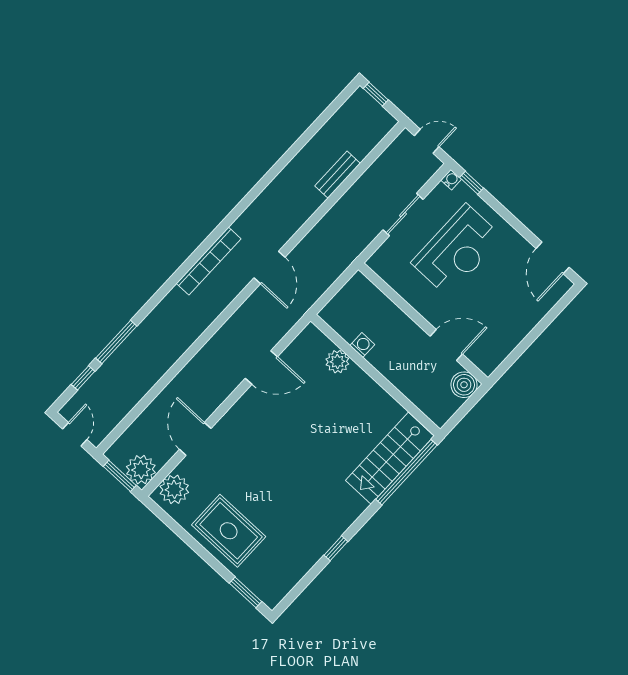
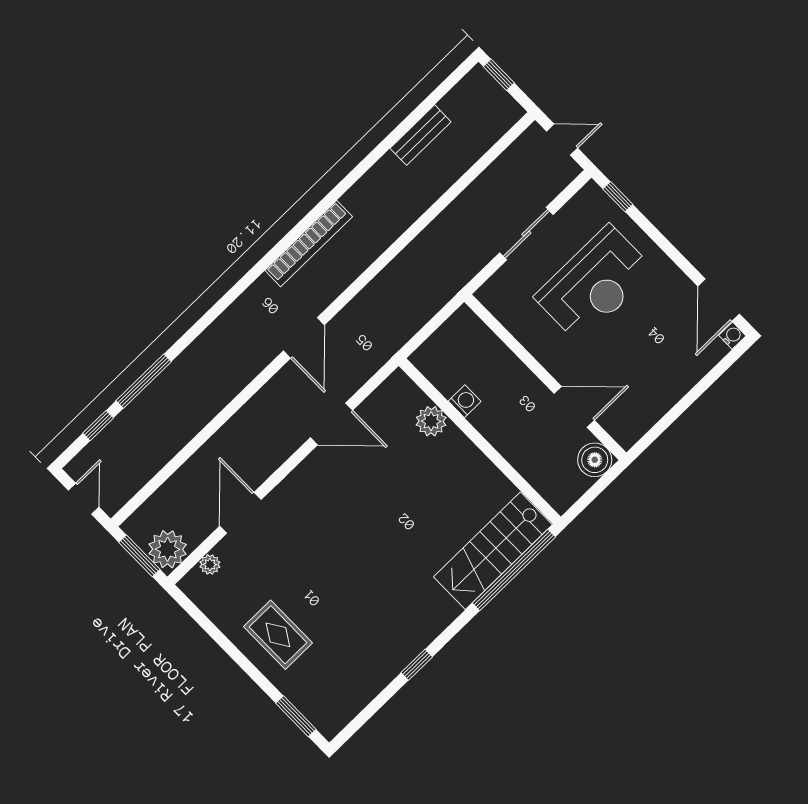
bench: (338, 175) -> (421, 135), moved
water cooler: (451, 180) -> (732, 336), moved
bookcase: (209, 261) -> (309, 244), moved
door: (270, 268) -> (304, 338), moved
plant: (174, 489) -> (210, 564), width x0.53, depth x0.53
rug: (229, 531) -> (278, 635), width x0.73, depth x0.70

